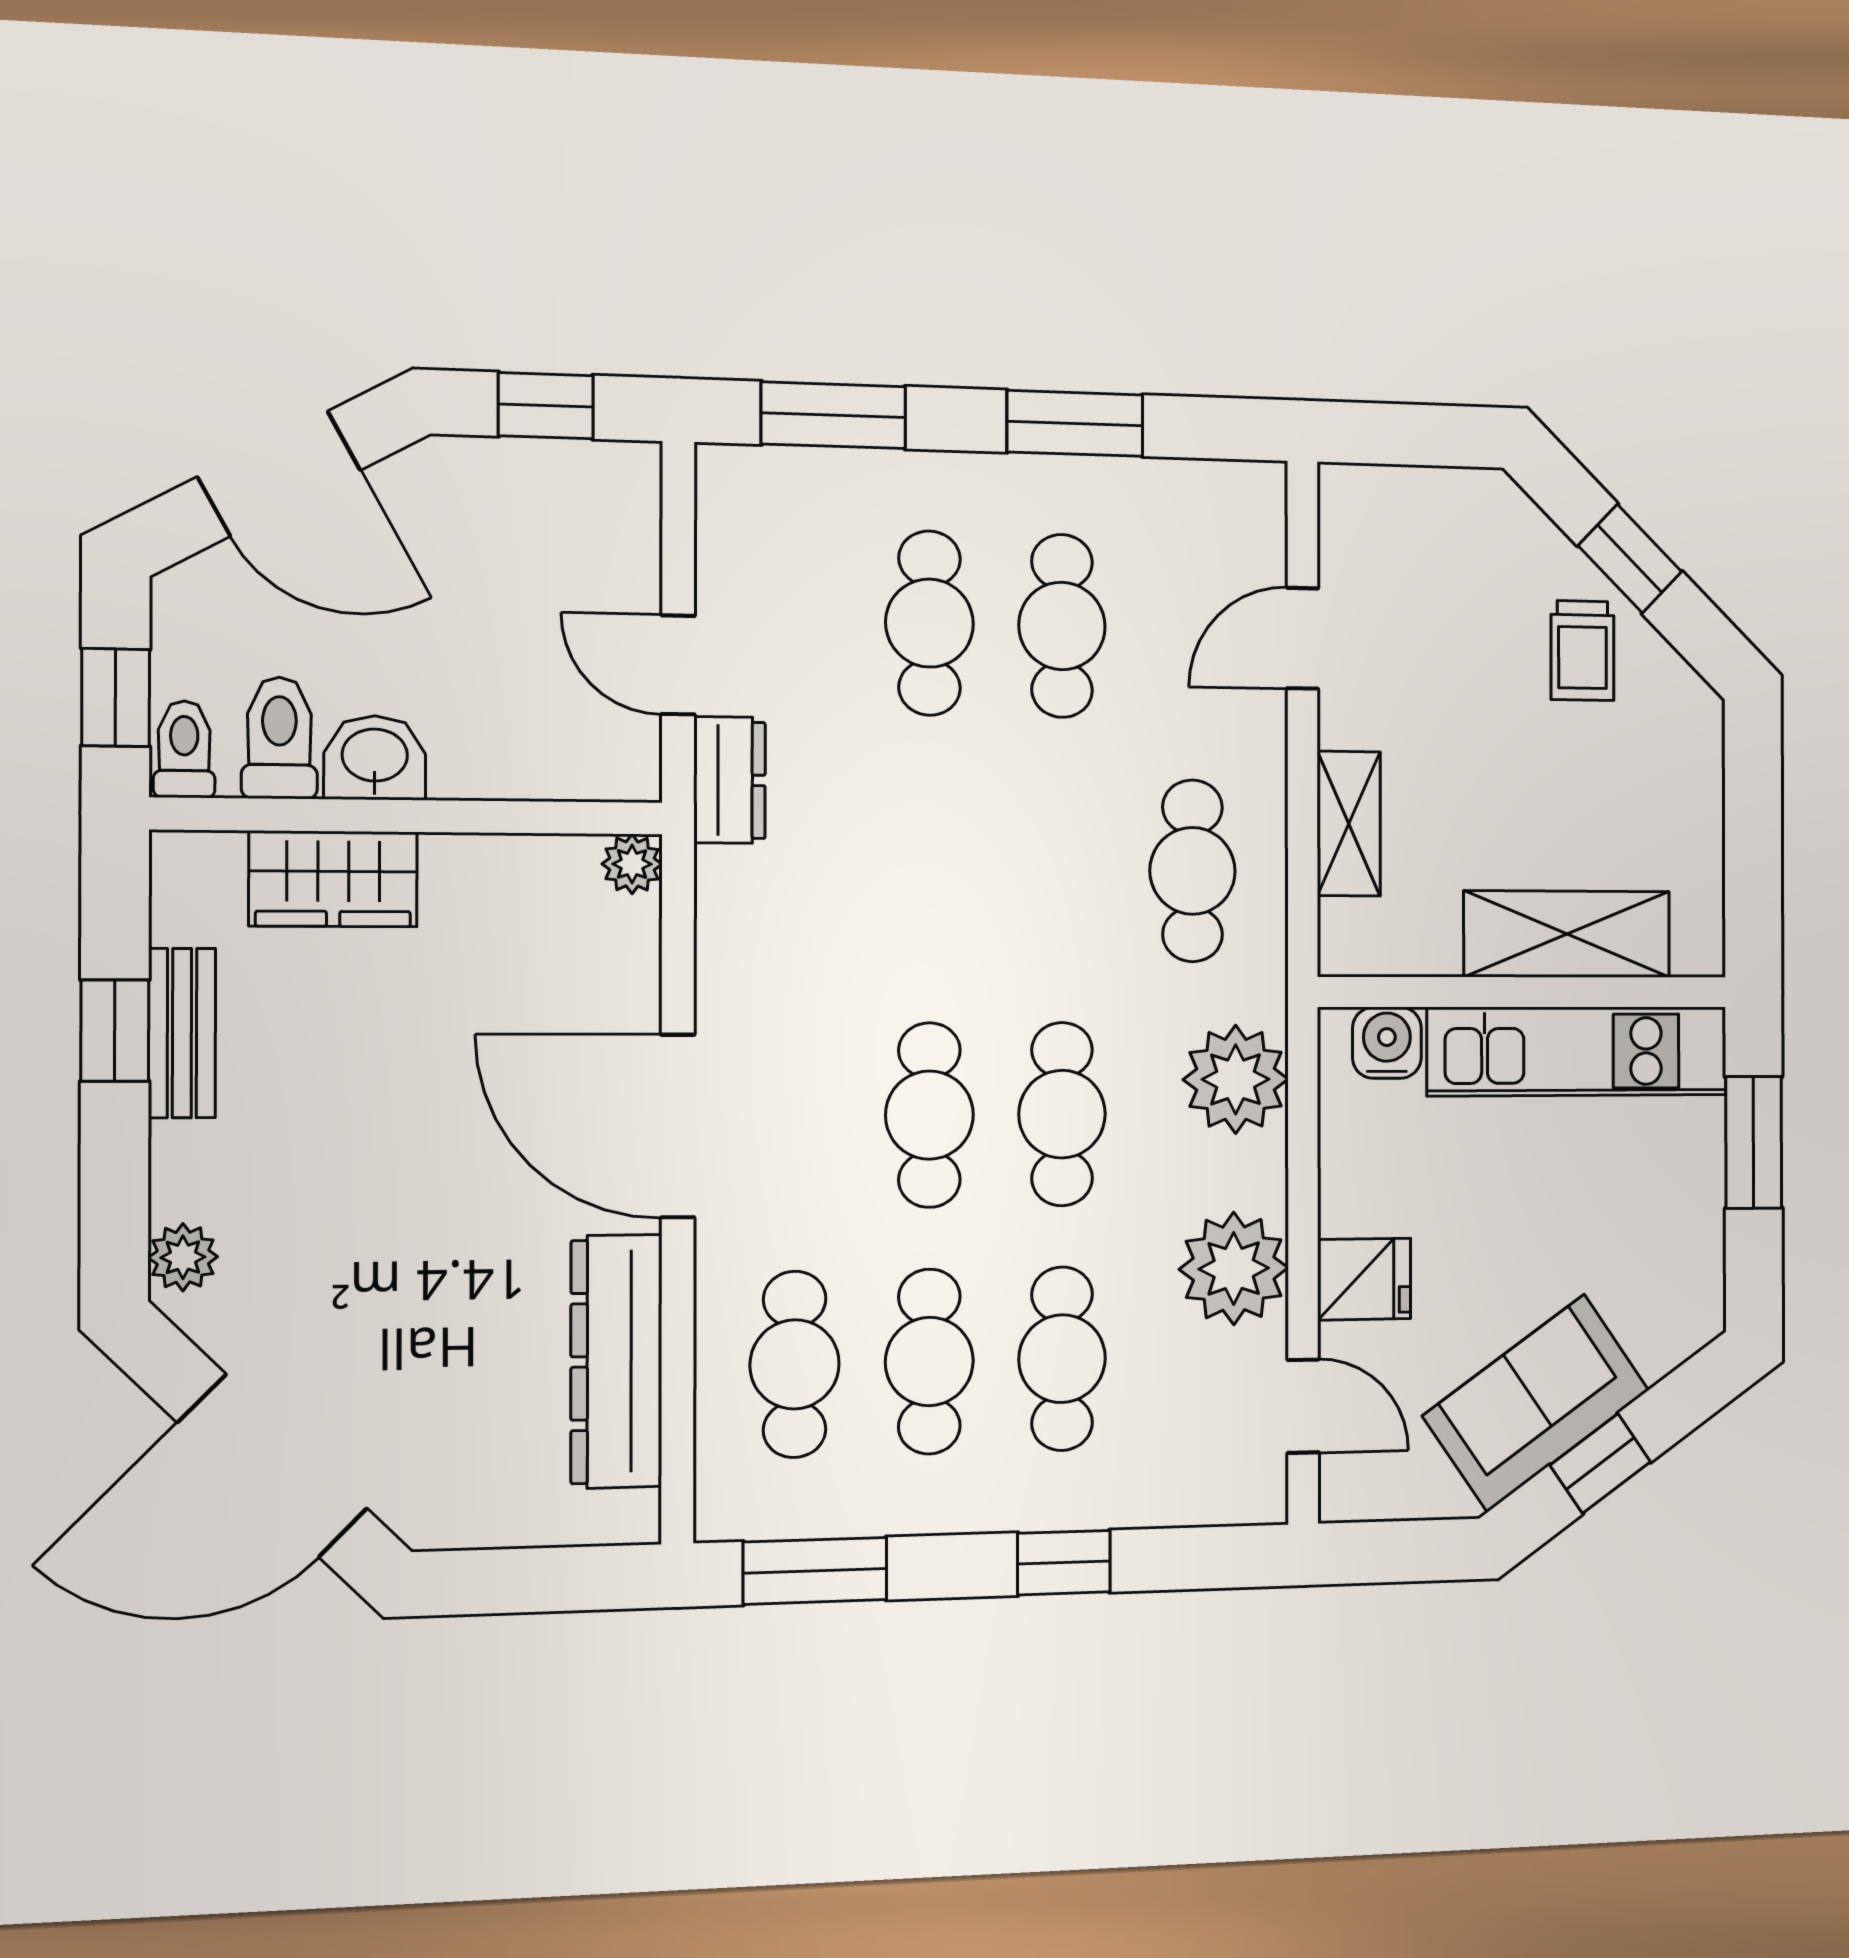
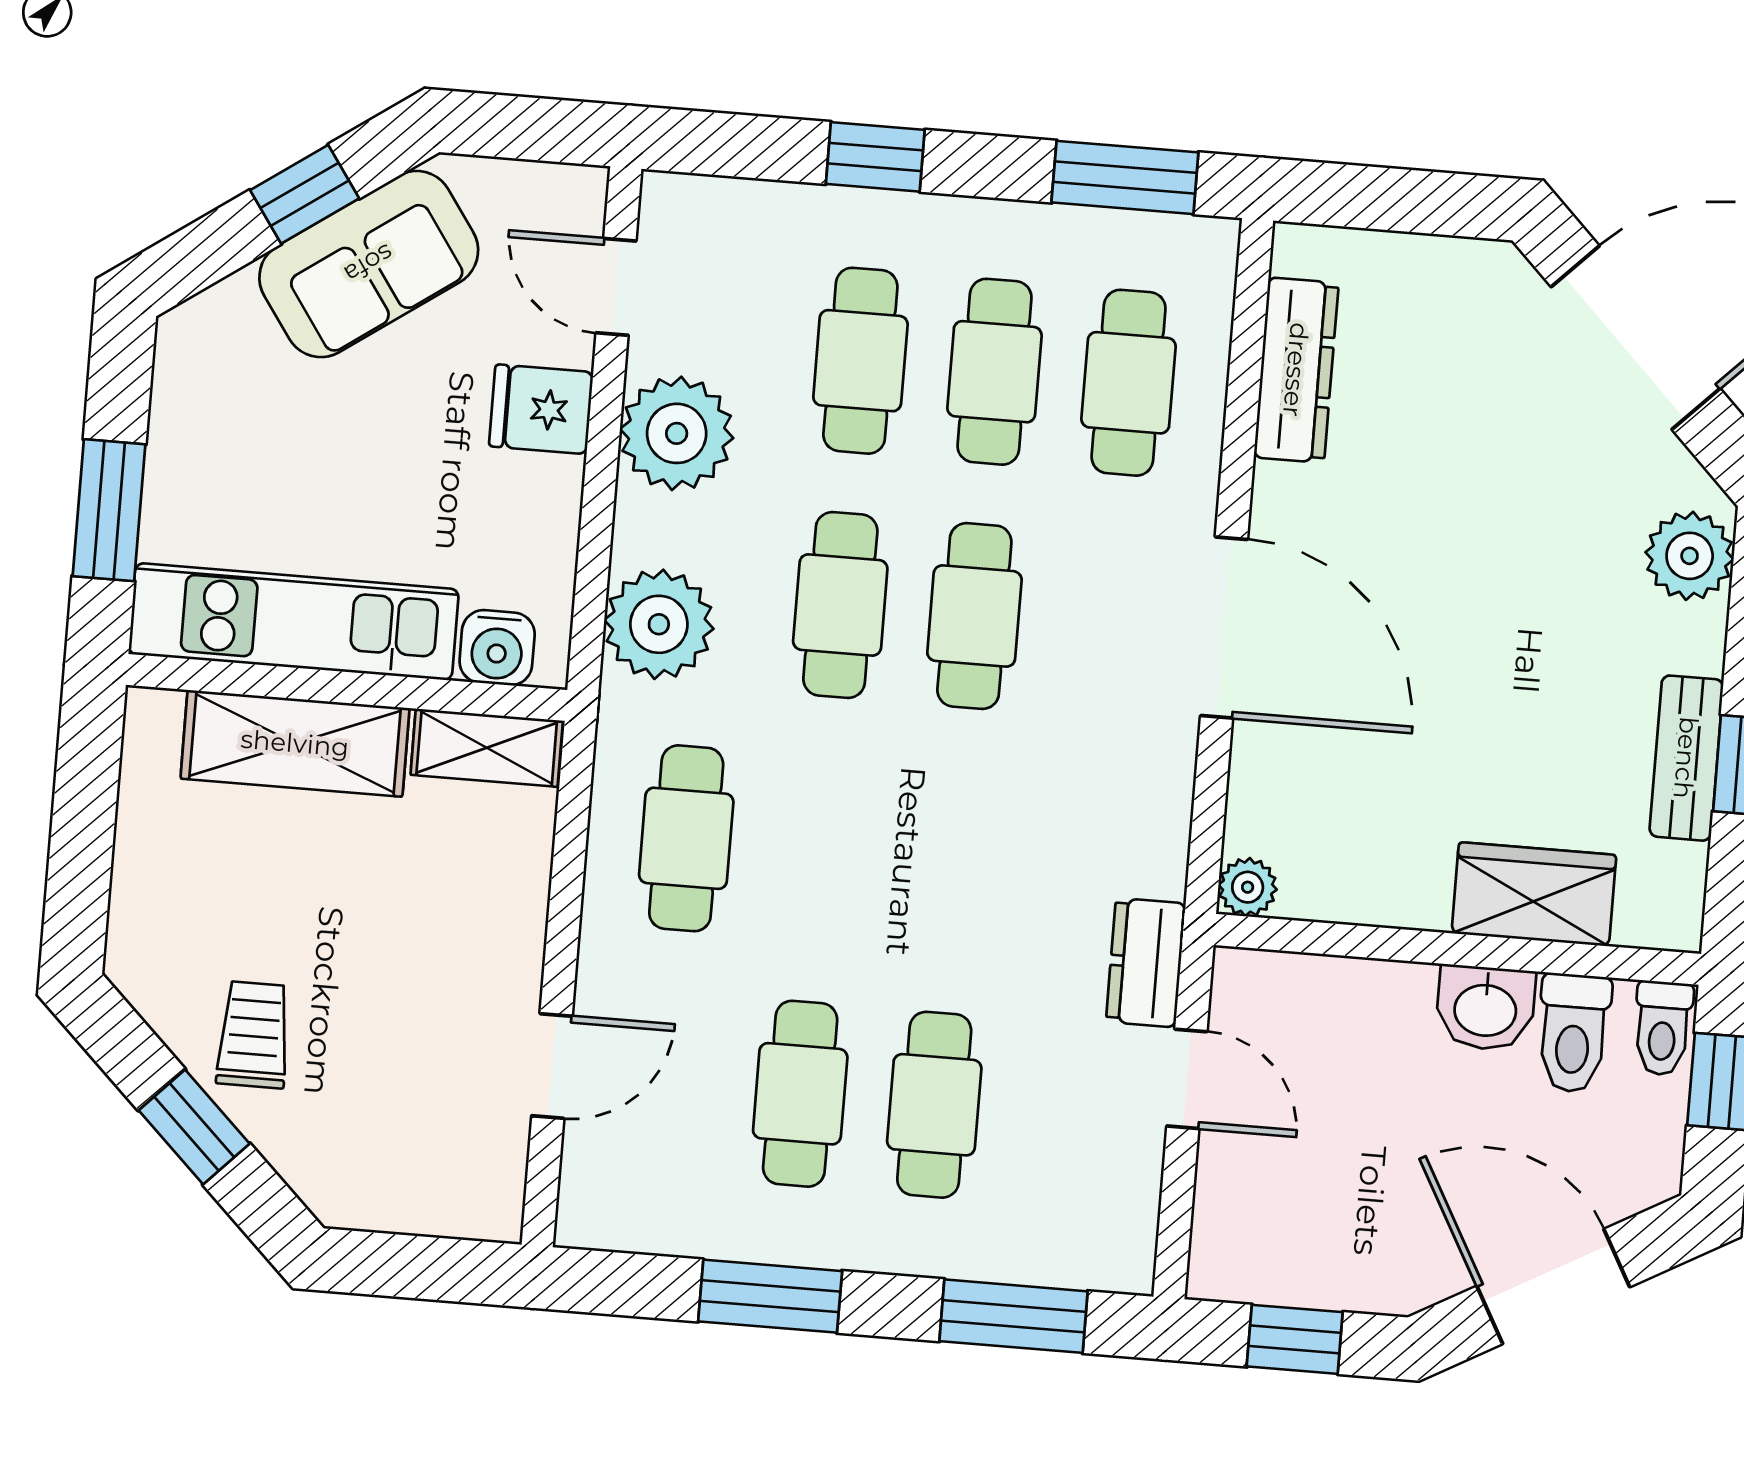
shelving: (1349, 824) -> (487, 748), moved, turned 90
plant: (183, 1257) -> (1690, 556), width x1.38, depth x1.38
dresser: (616, 1361) -> (1296, 370), width x0.73, depth x0.80

